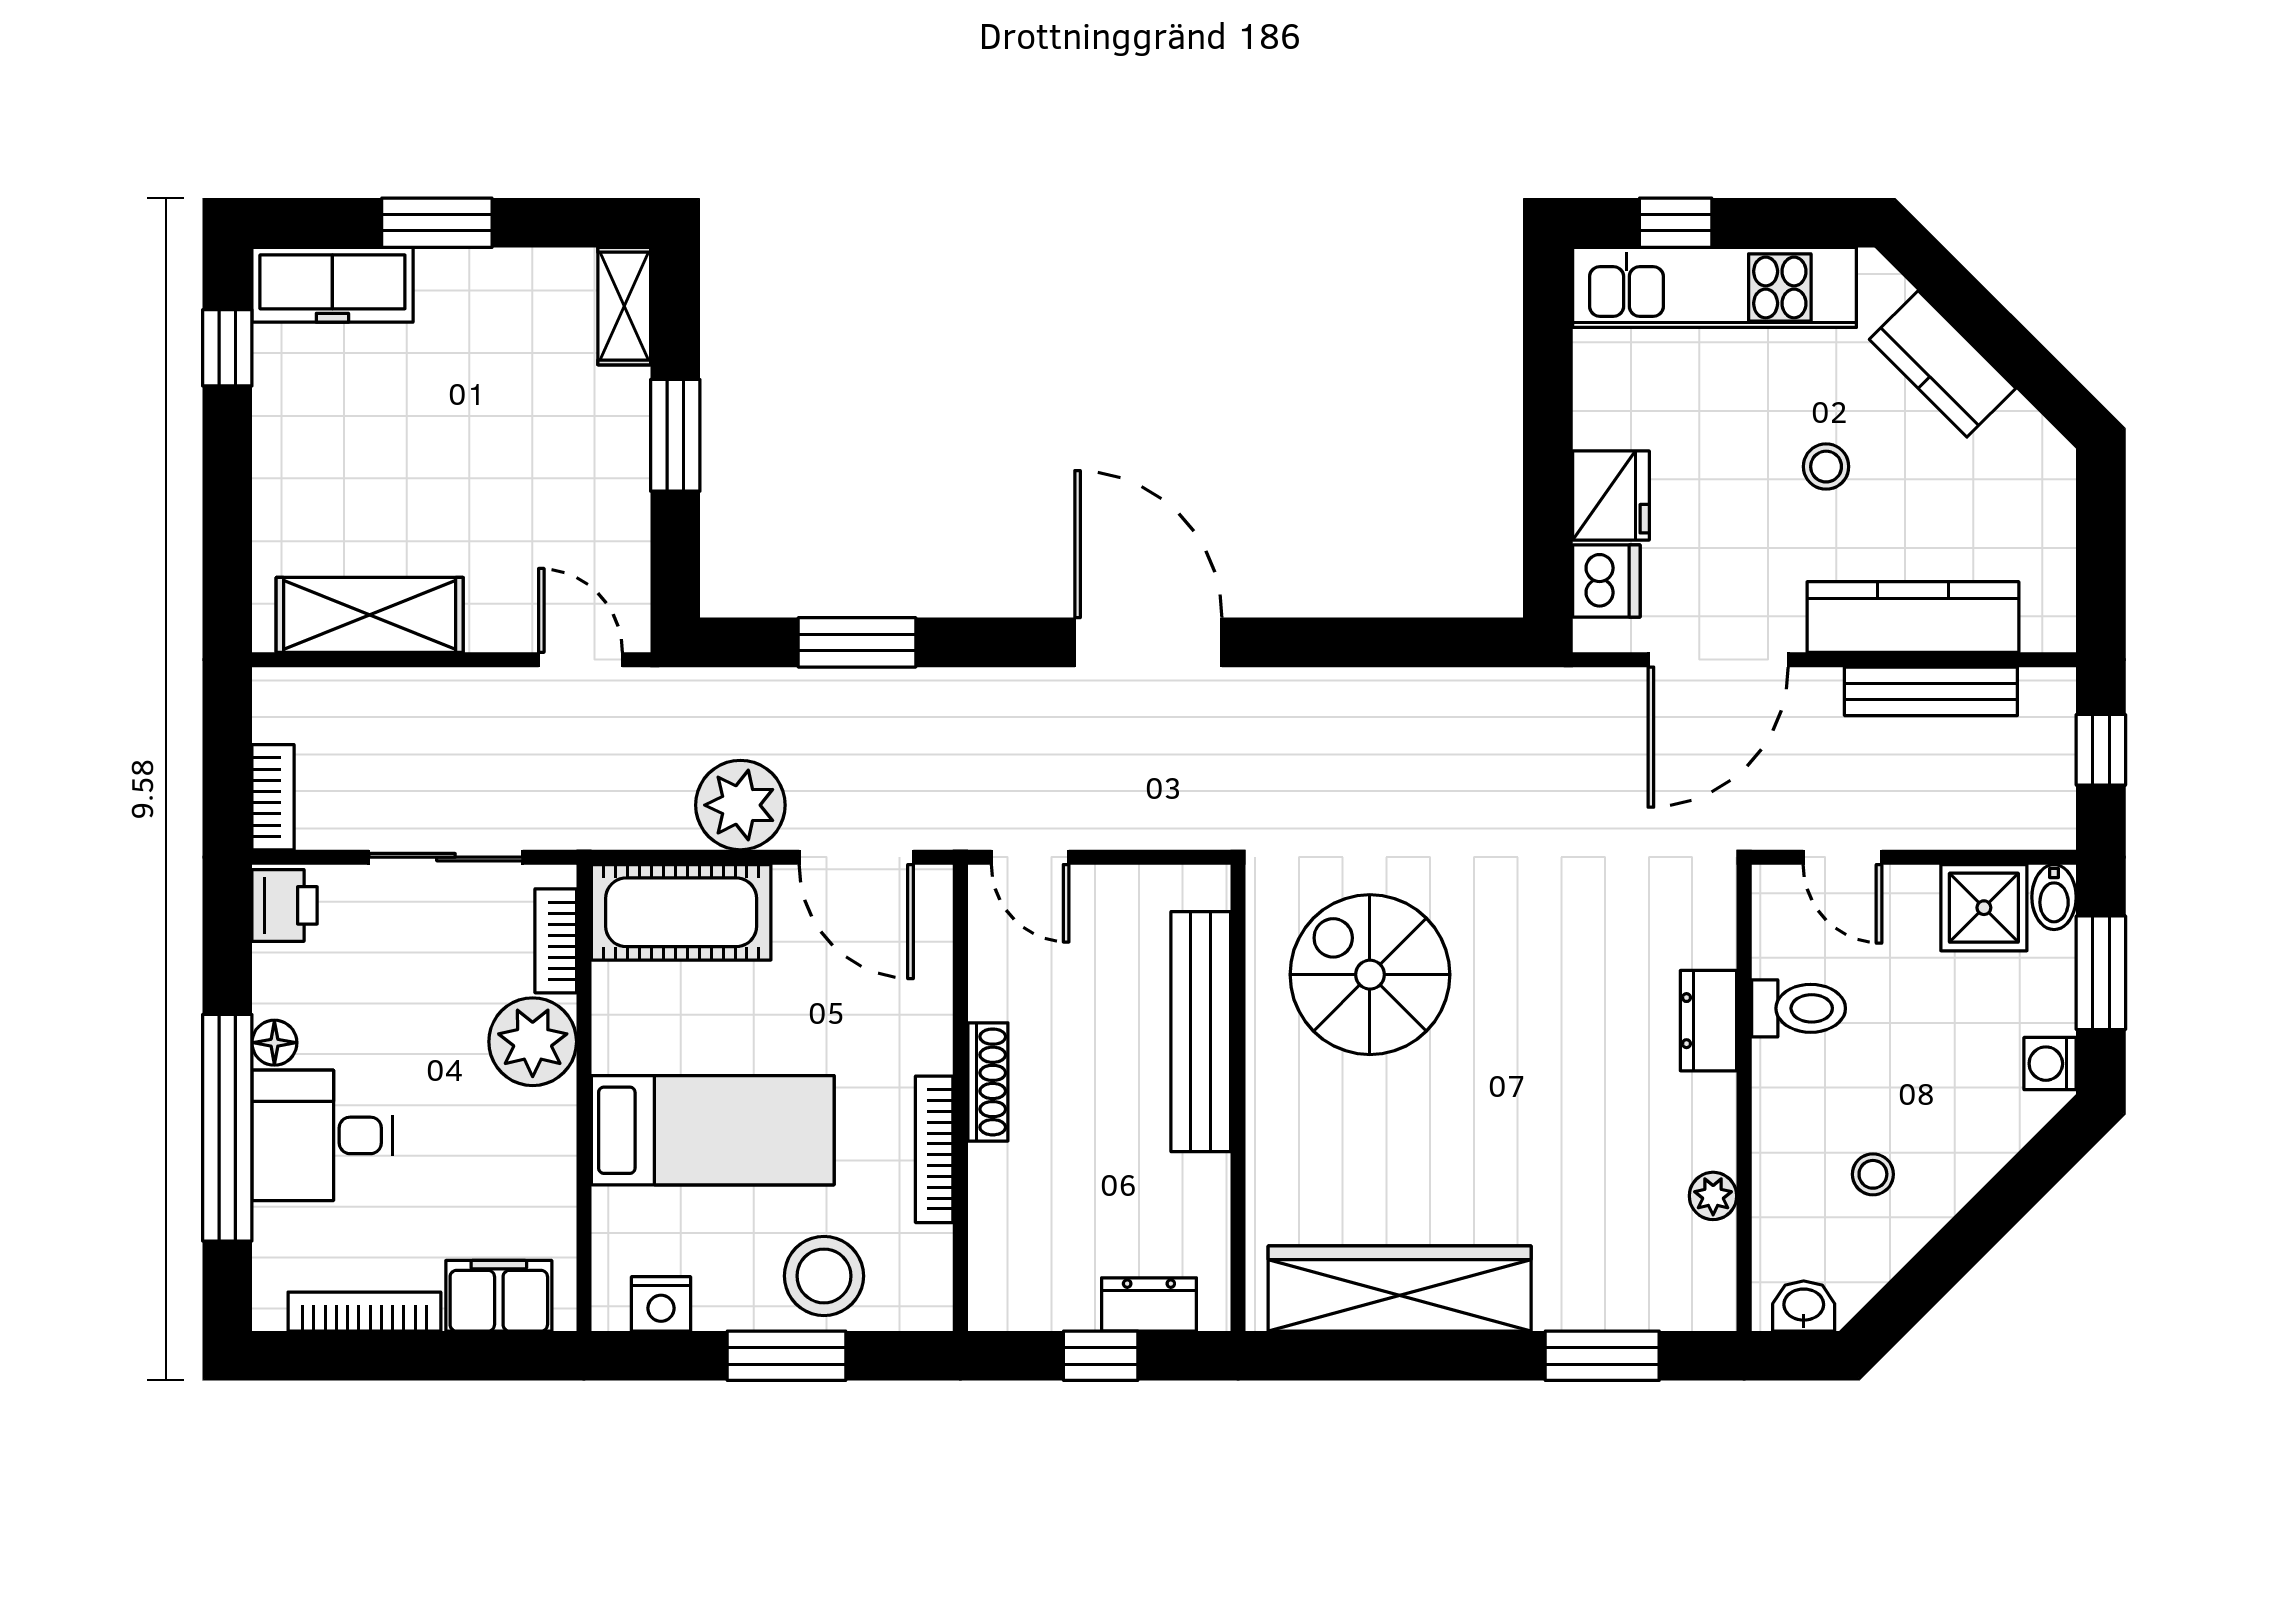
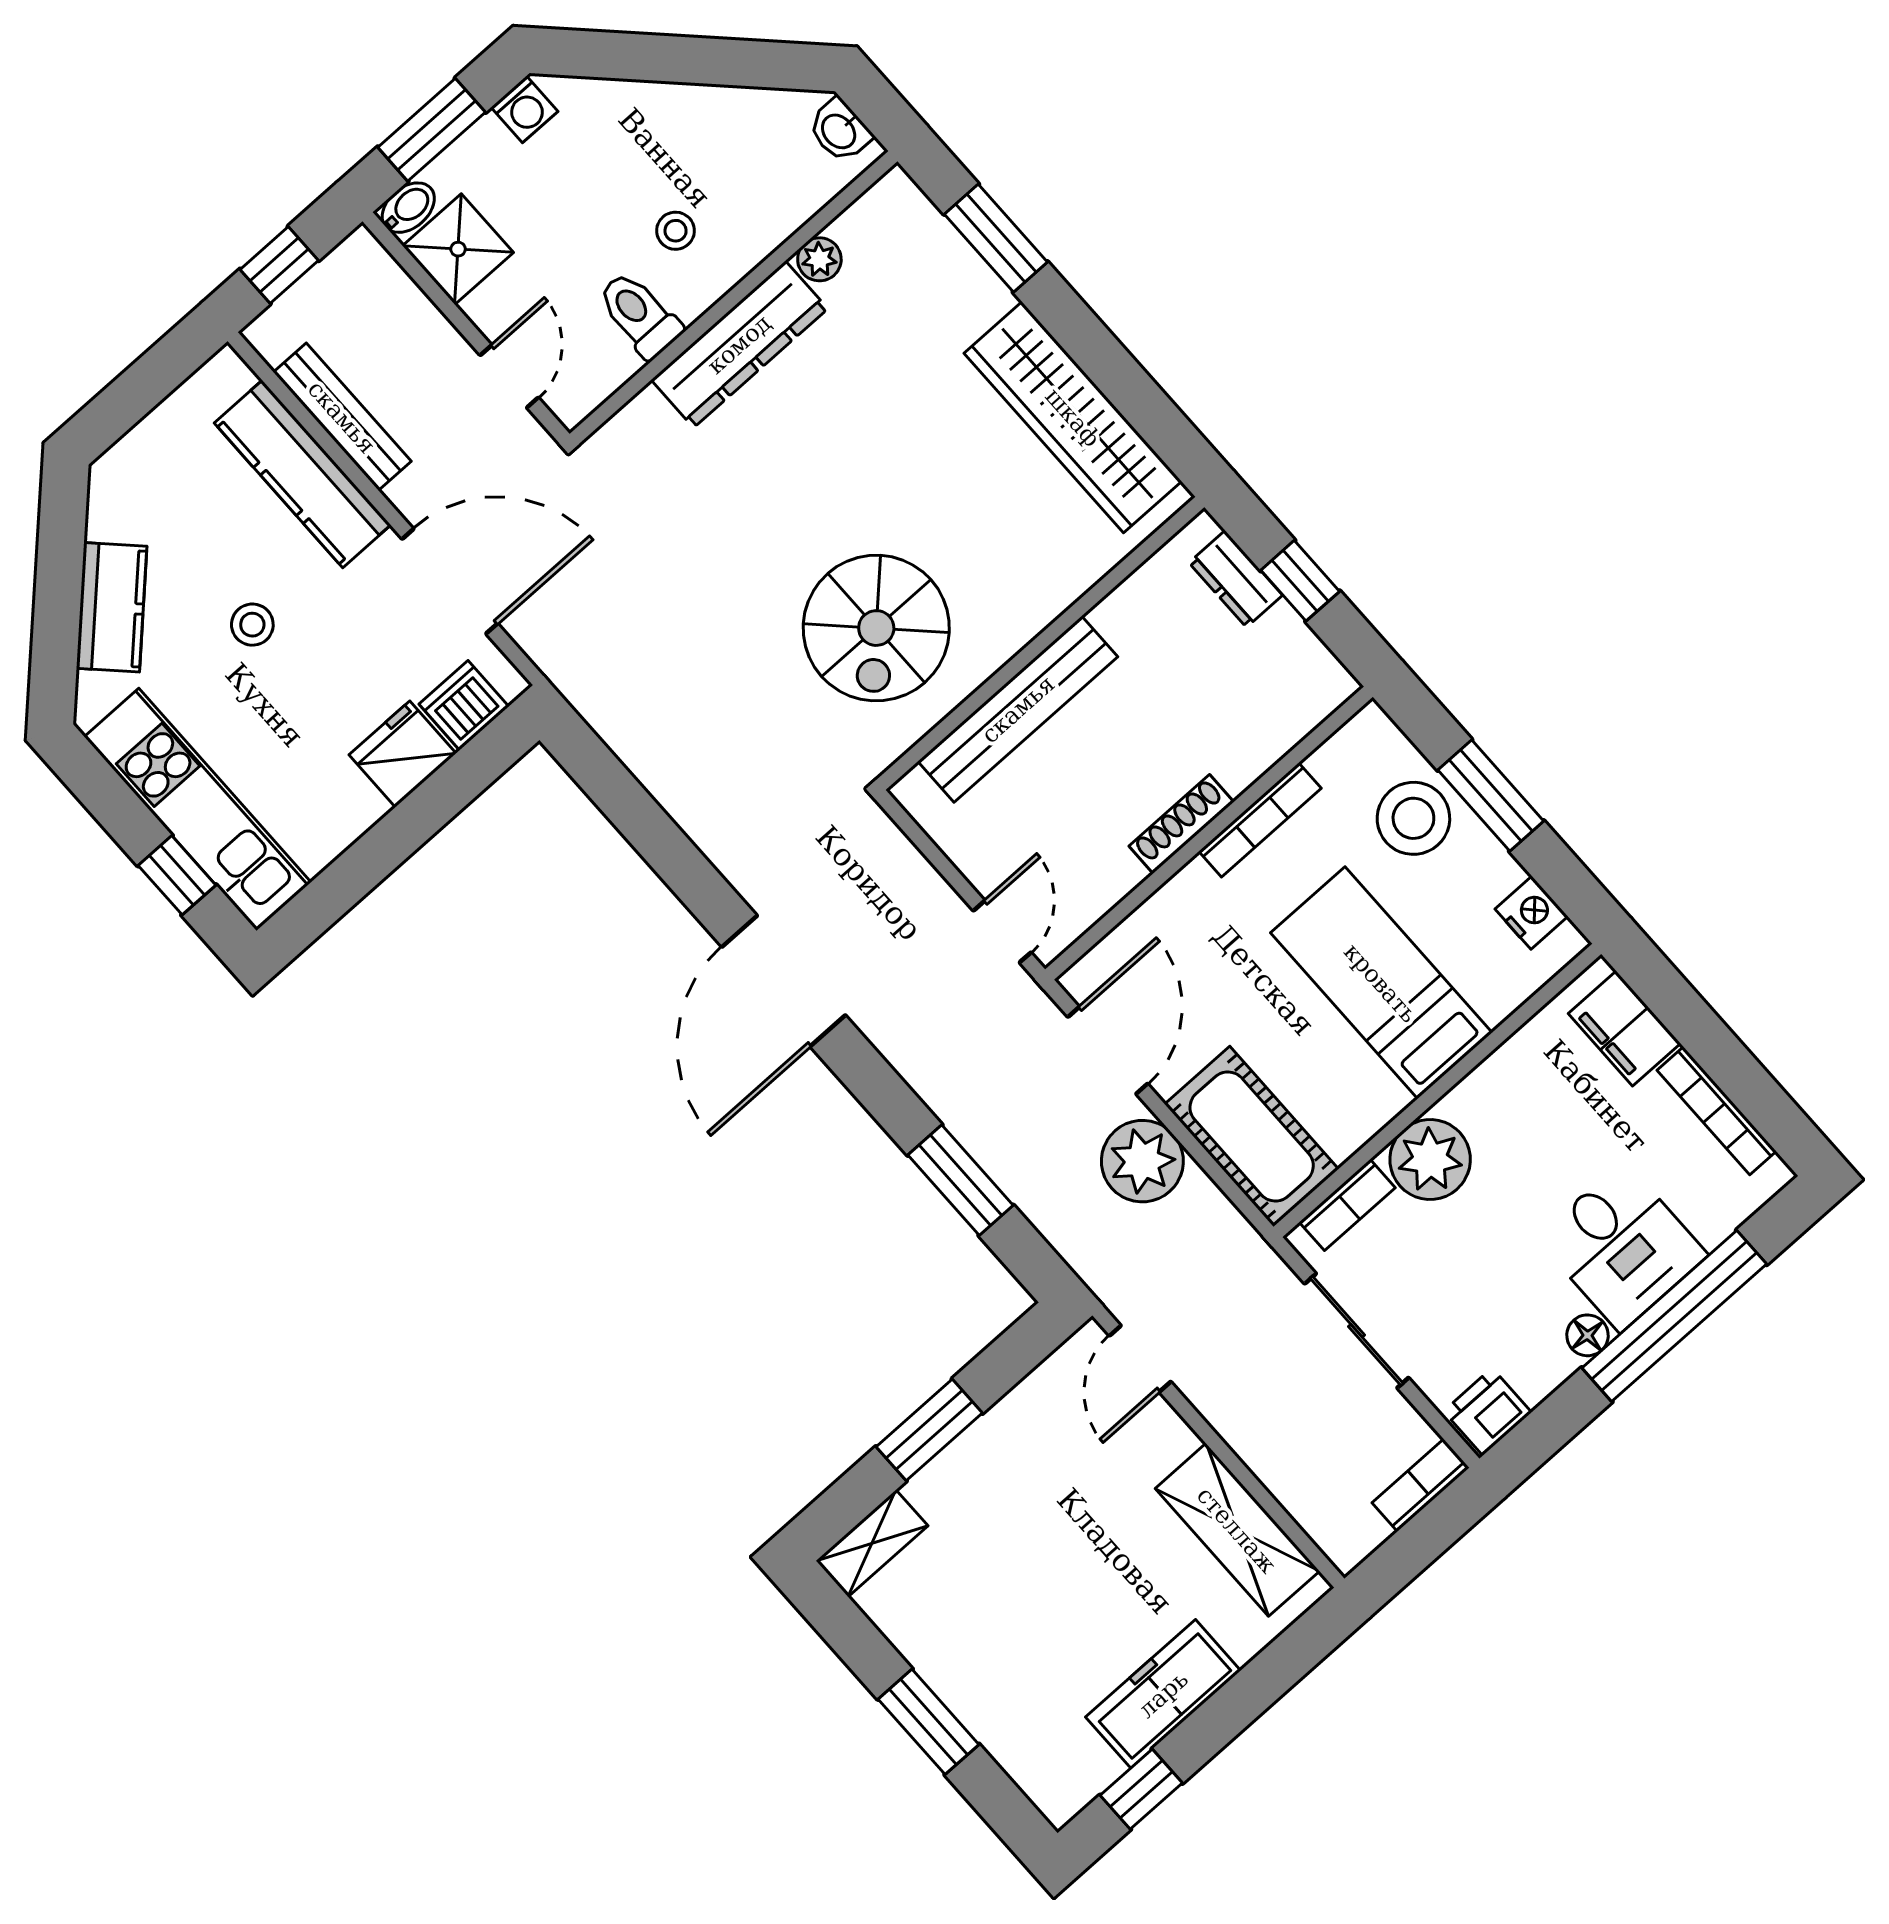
freezer: (332, 285) -> (1163, 1694), moved, turned -90
dresser: (1709, 1021) -> (739, 344), width x1.96, depth x1.24
stool: (1873, 1174) -> (676, 231), moved

